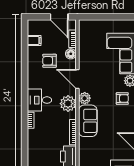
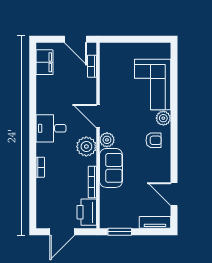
filing cabinet: (34, 41) -> (44, 62), width x2.00
floor lamp: (71, 54) -> (90, 85), removed
armchair: (50, 61) -> (64, 94), removed
desk: (39, 100) -> (51, 128), moved

